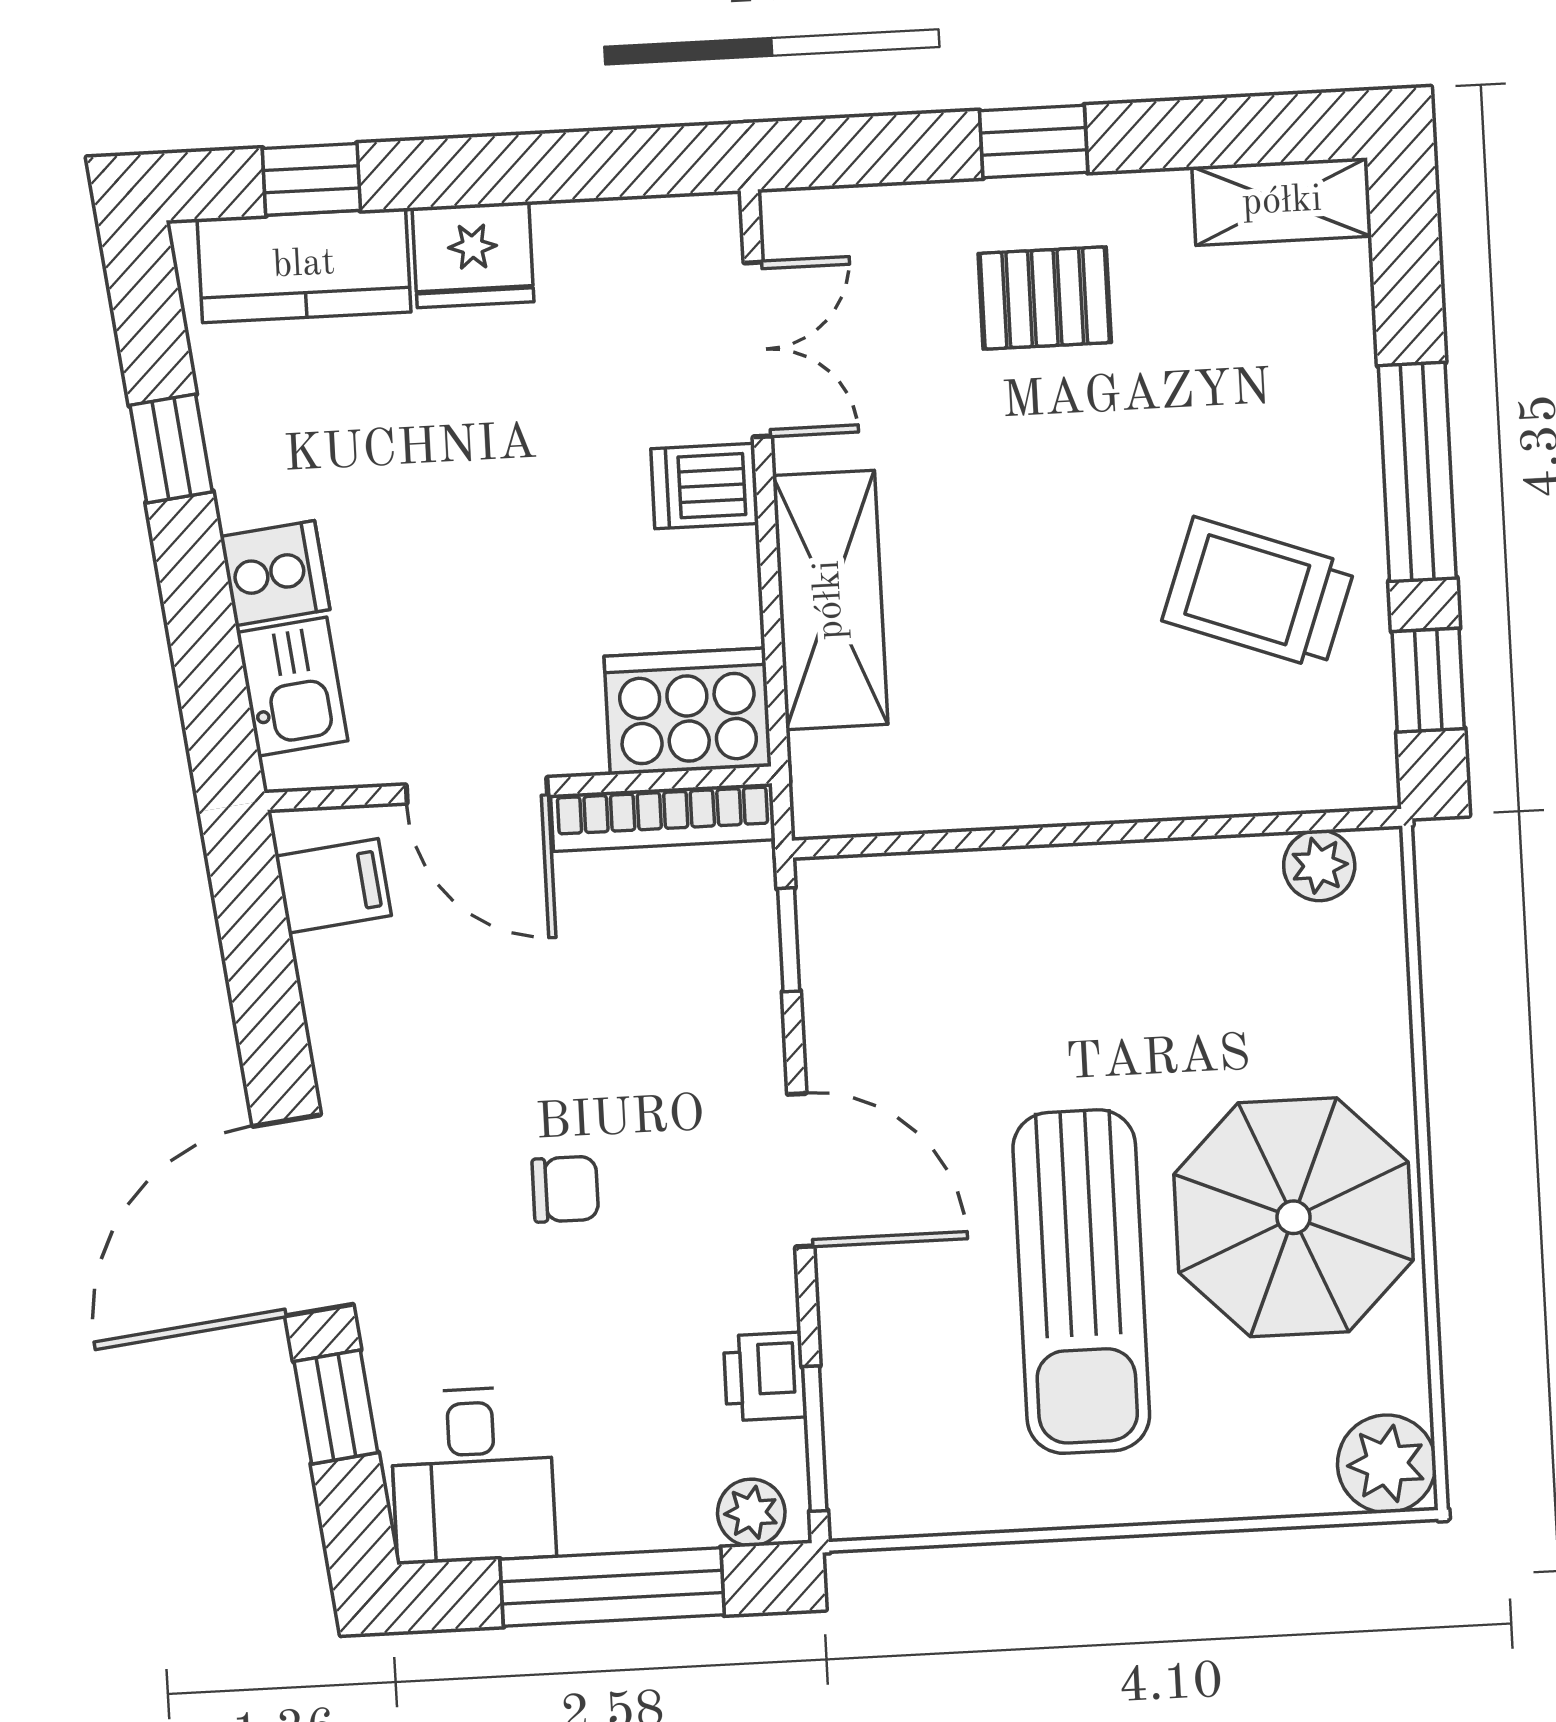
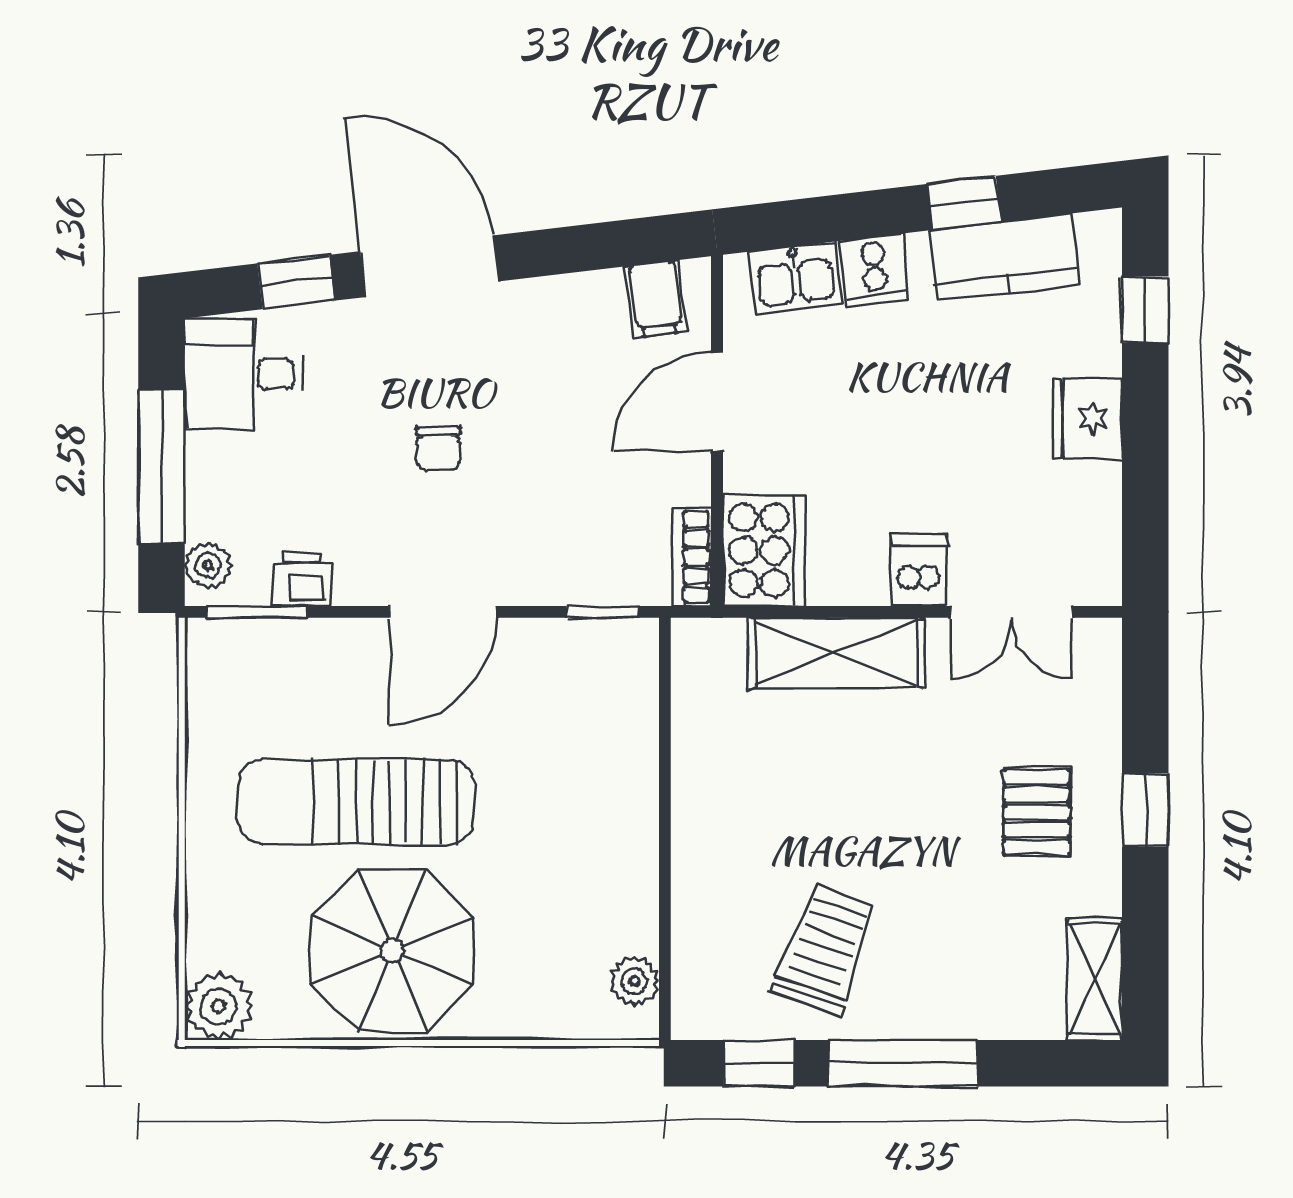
kitchen counter: (304, 265) -> (1005, 258), moved, turned -97
bookcase: (663, 817) -> (692, 557), width x0.64

